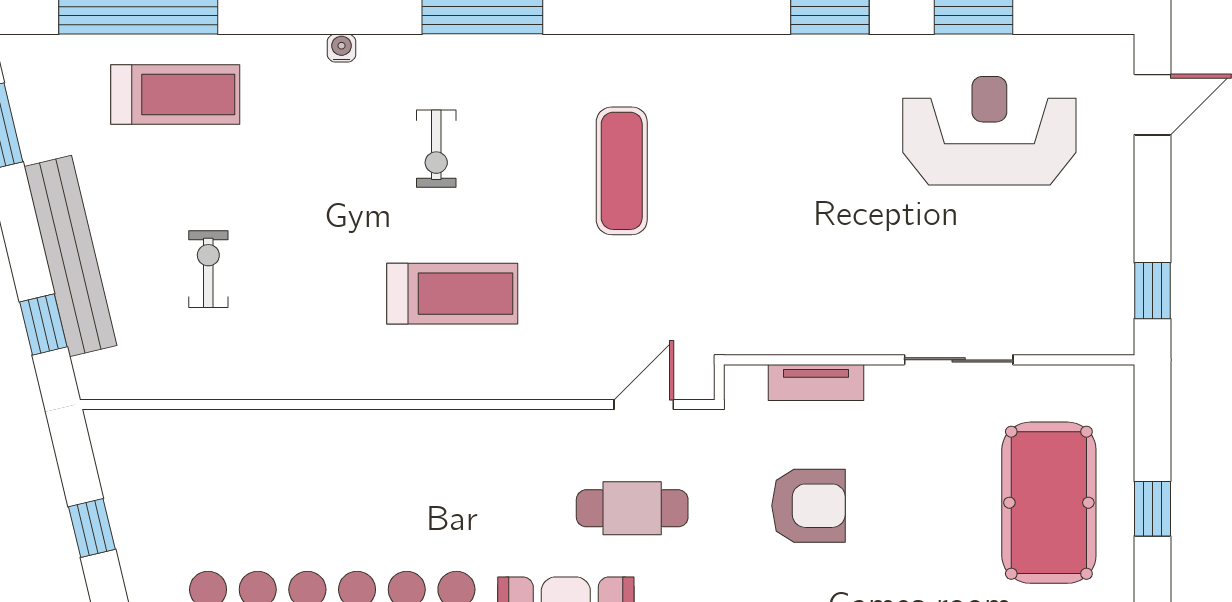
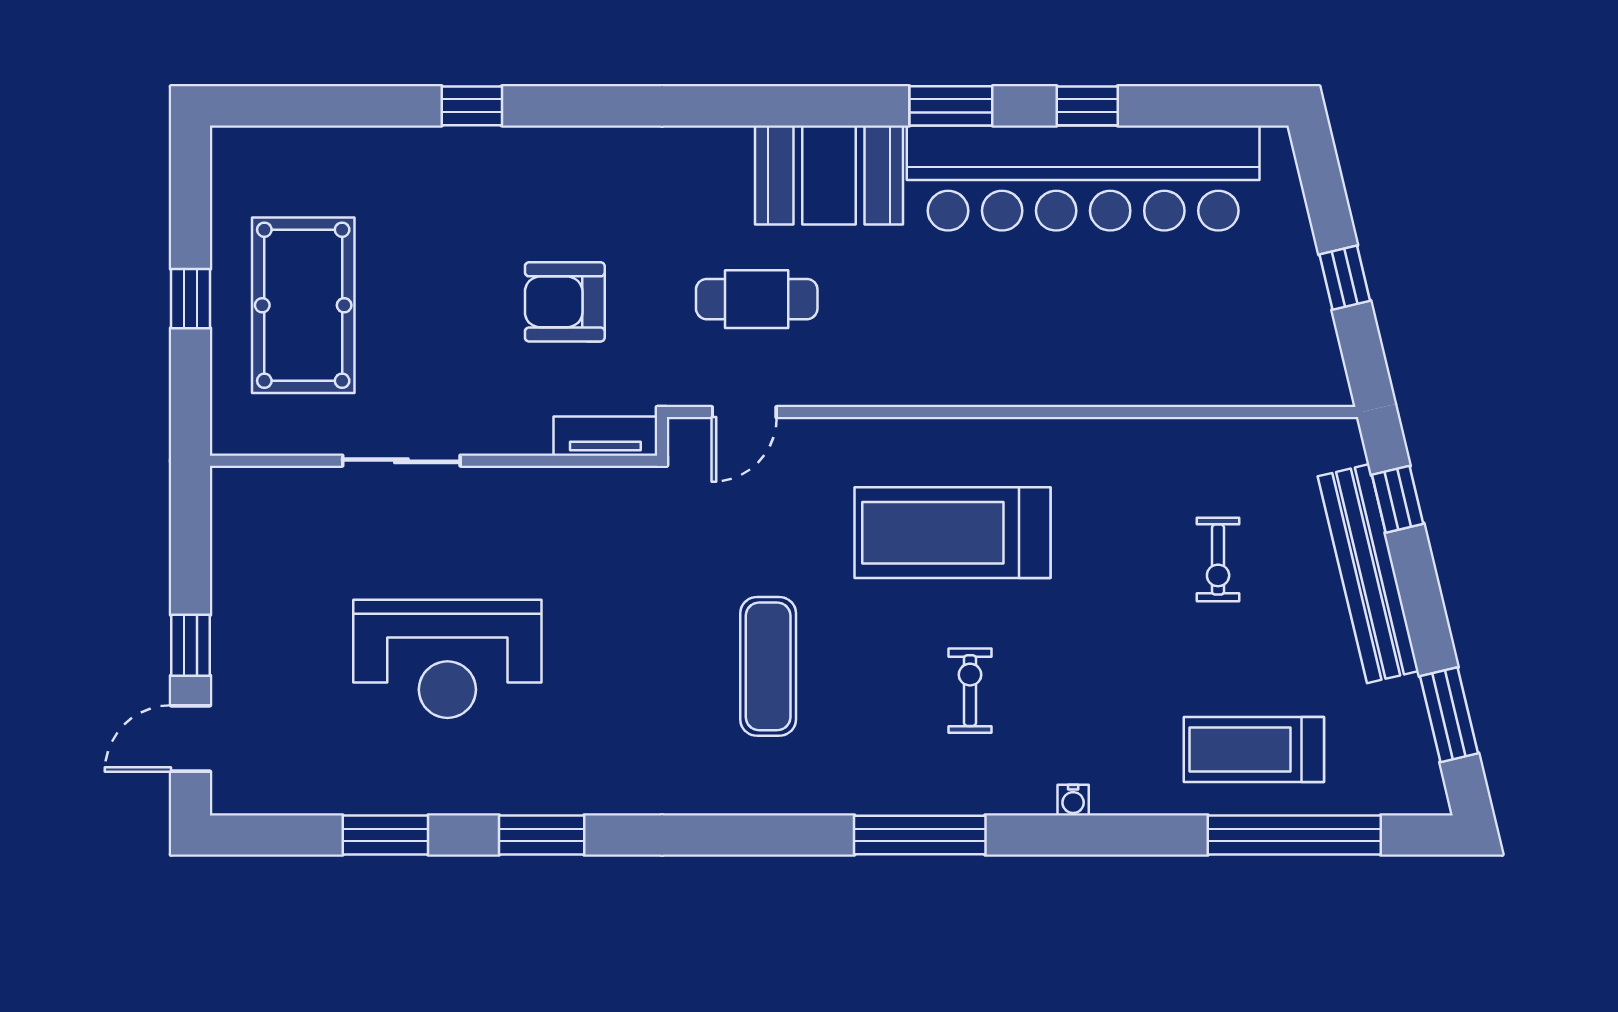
reception desk: (989, 131) -> (447, 659), moved
window: (1152, 291) -> (190, 645), moved
treadmill: (452, 294) -> (952, 533), width x1.37, depth x1.38
tv unit: (816, 382) -> (605, 436), moved

